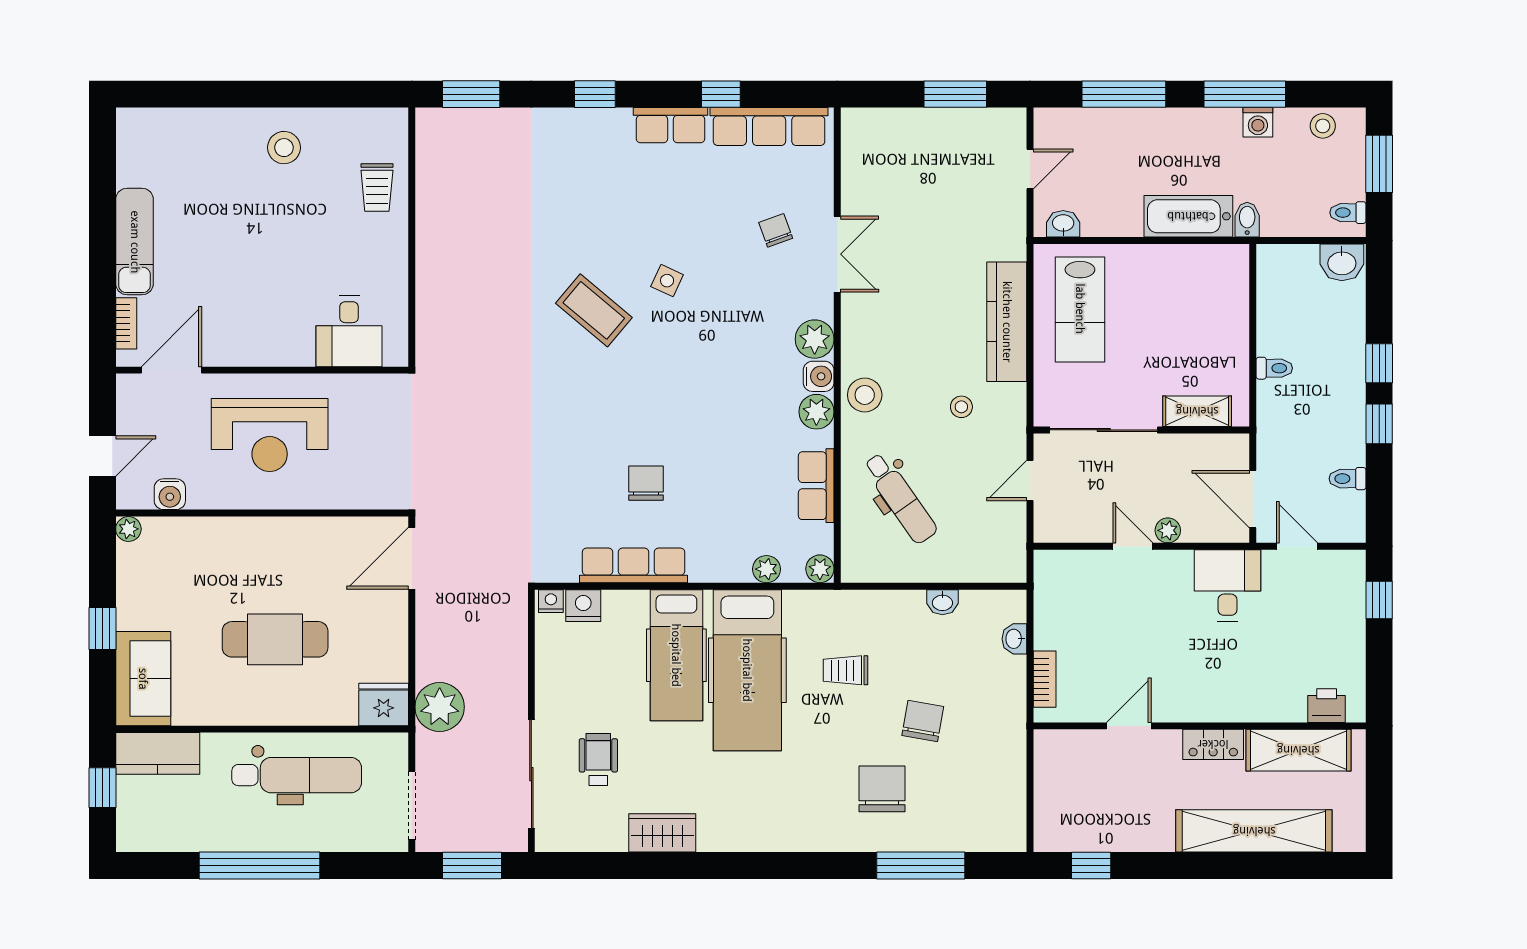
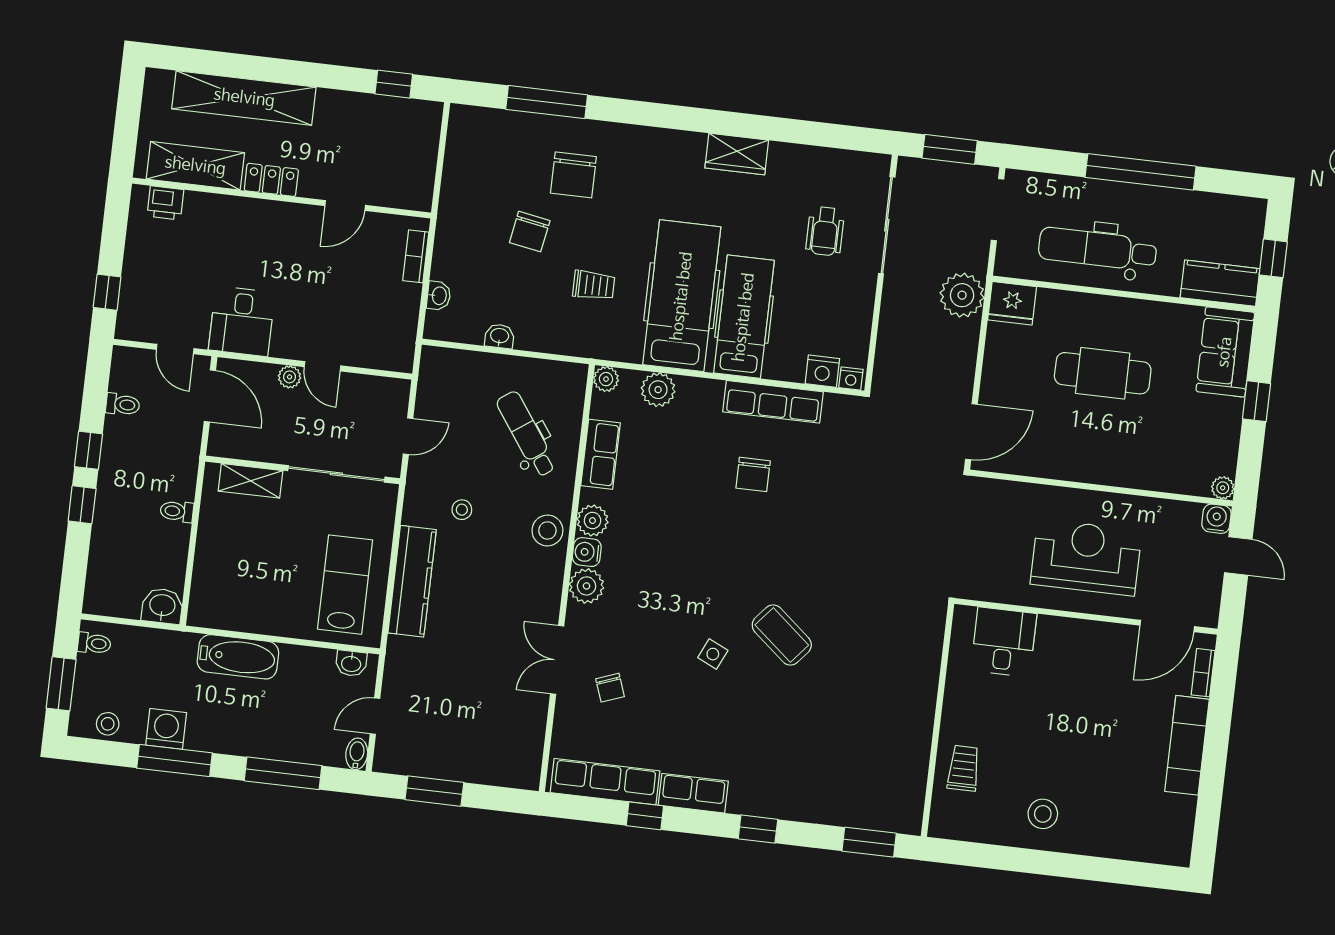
washing machine: (1258, 122) -> (166, 729), width x1.38, depth x1.38
bidet: (1247, 220) -> (357, 754), moved, turned 180
washbasin: (1342, 262) -> (162, 606), moved
door: (103, 456) -> (1238, 556), swing flipped
water cooler: (170, 494) -> (1216, 519), moved
plant: (766, 569) -> (658, 390), width x1.38, depth x1.38
wardrobe: (662, 833) -> (737, 154), moved

